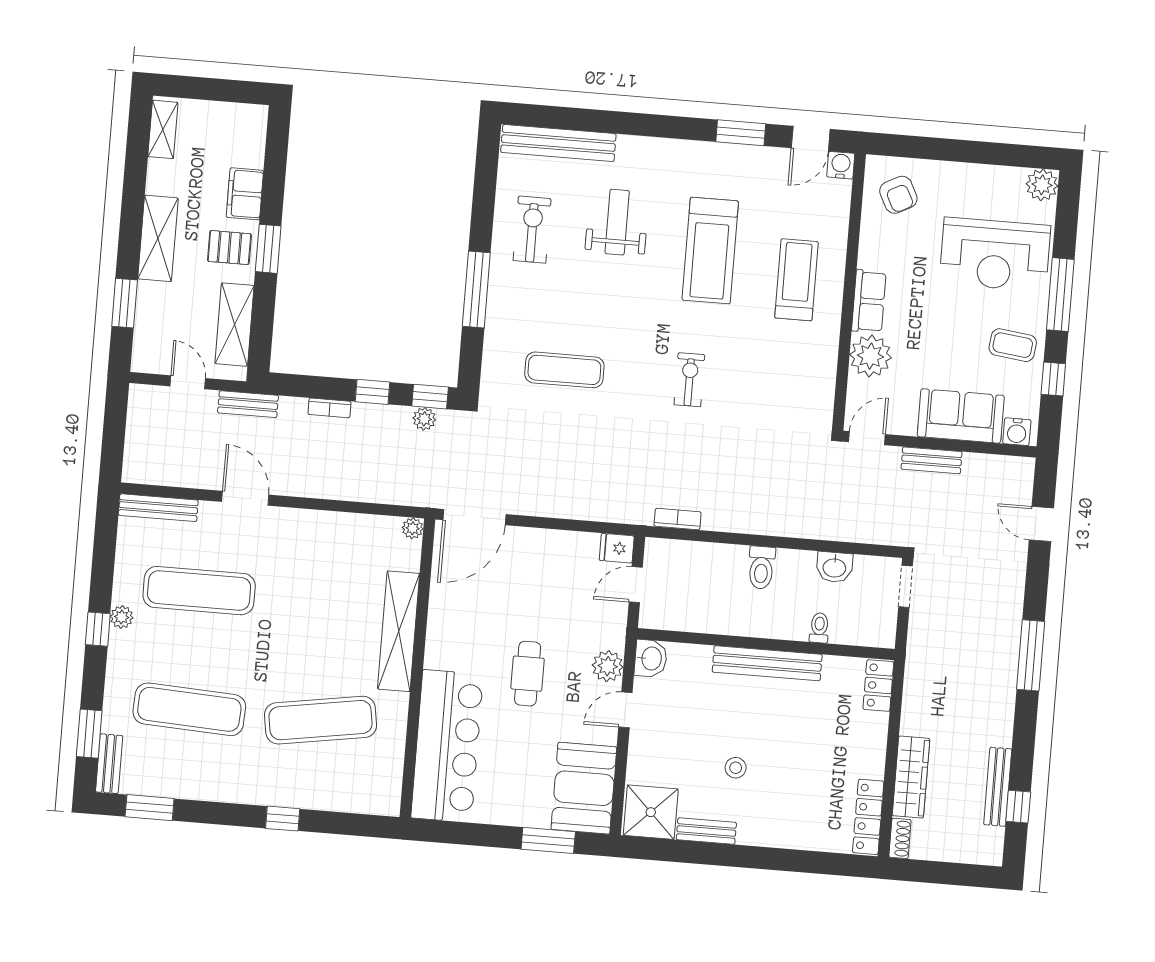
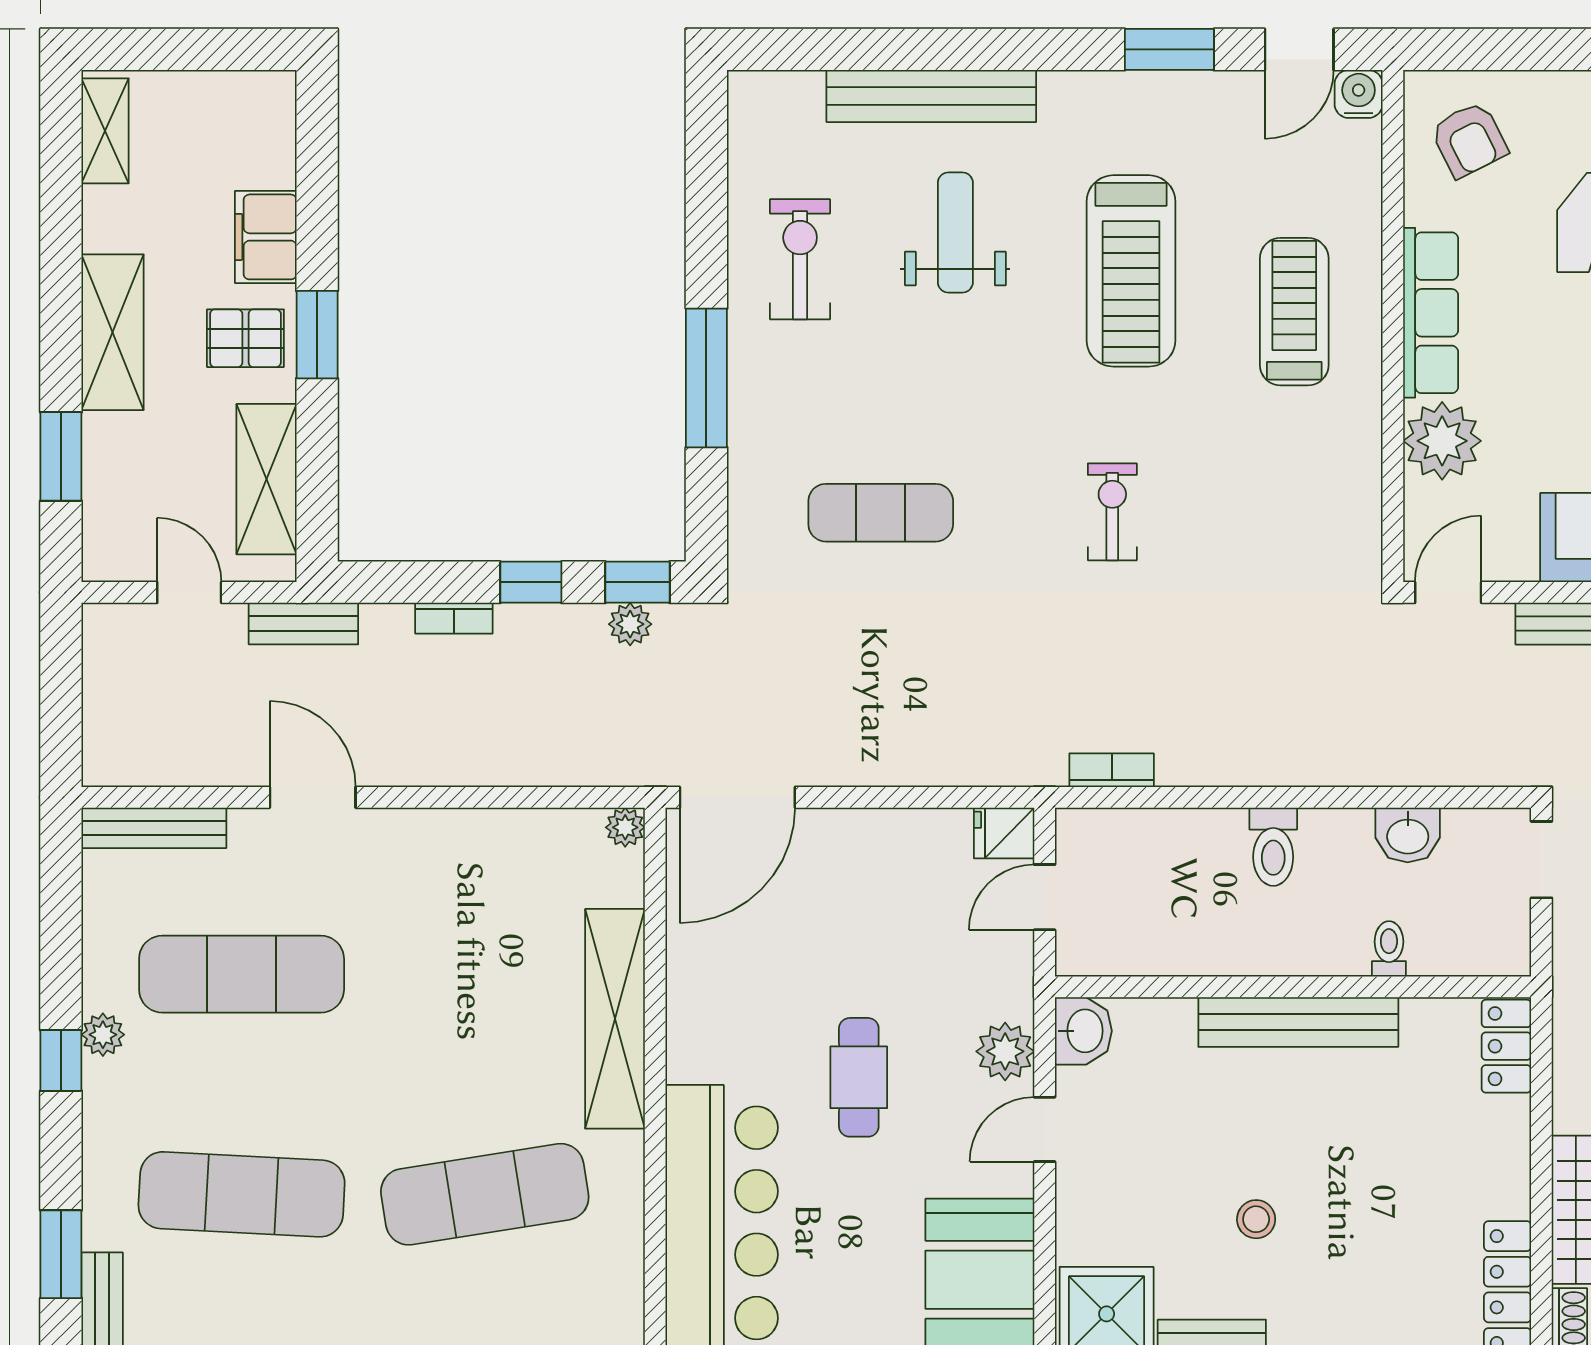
bench: (558, 143) -> (931, 96), moved
row of seats: (869, 301) -> (1431, 313), width x1.48

